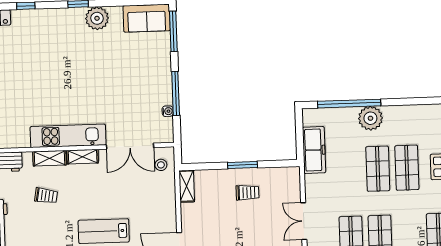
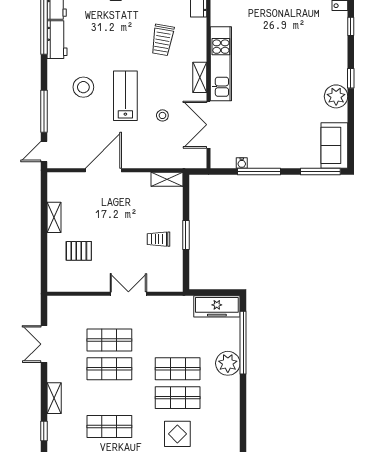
freezer: (314, 150) -> (217, 306), moved
shelving: (50, 158) -> (199, 45), removed
stool: (161, 165) -> (162, 115), moved
trolley: (247, 193) -> (159, 239), turned 90
trolley: (46, 196) -> (162, 40), width x1.36, depth x1.39

